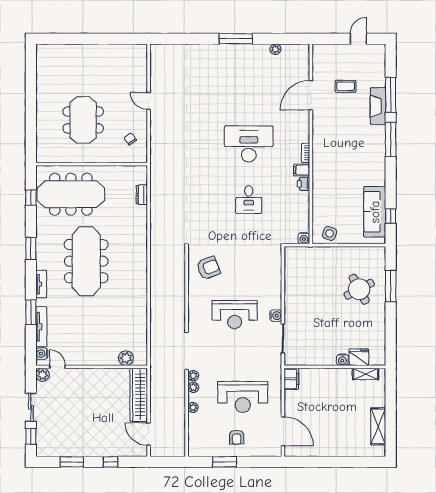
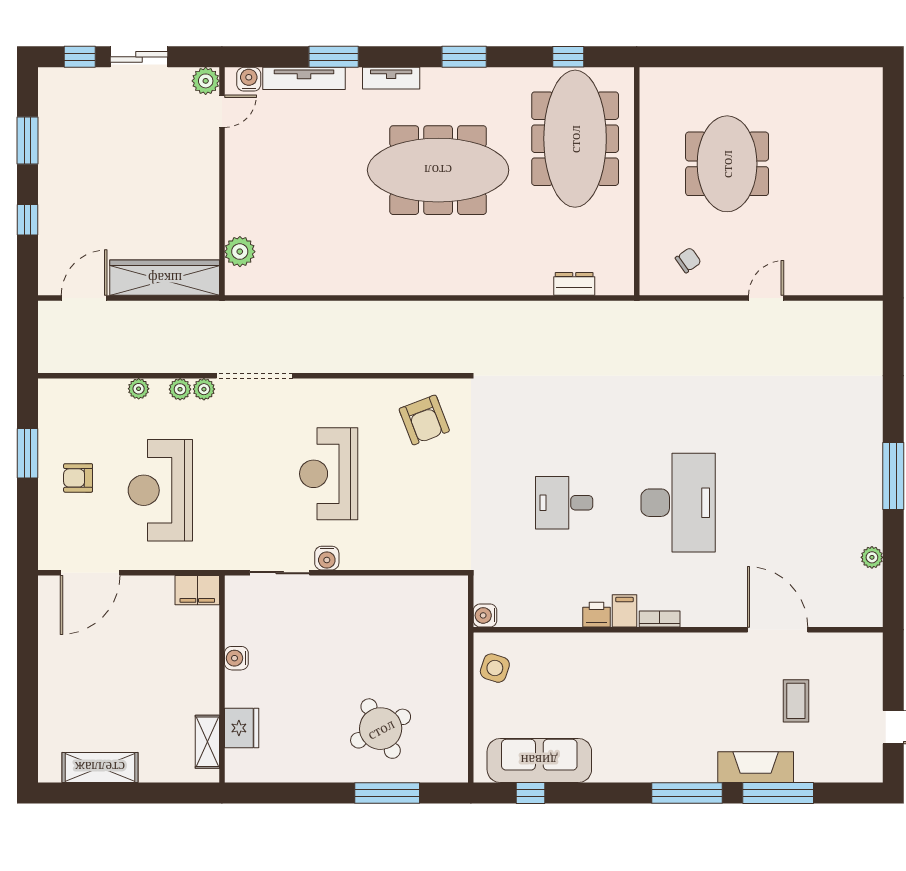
meeting table: (83, 120) -> (727, 164), turned 90
water cooler: (342, 360) -> (236, 658), moved

